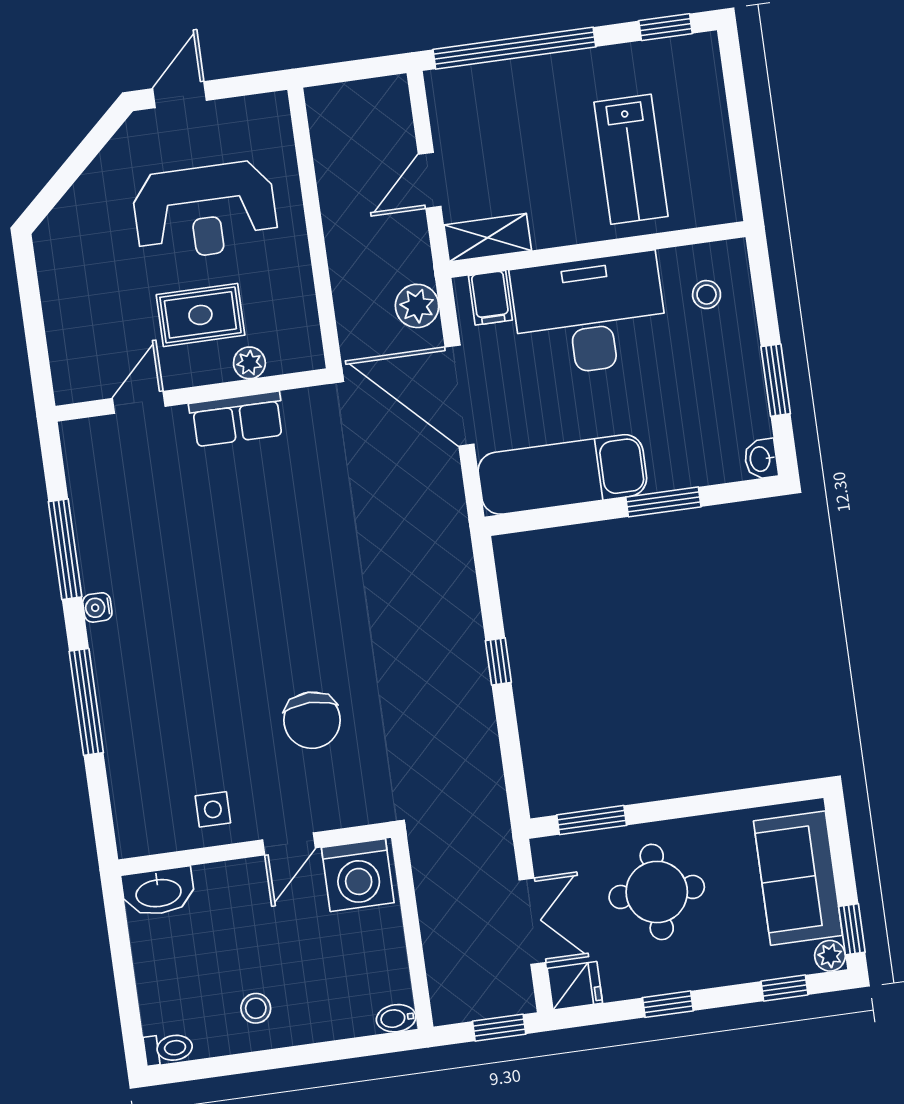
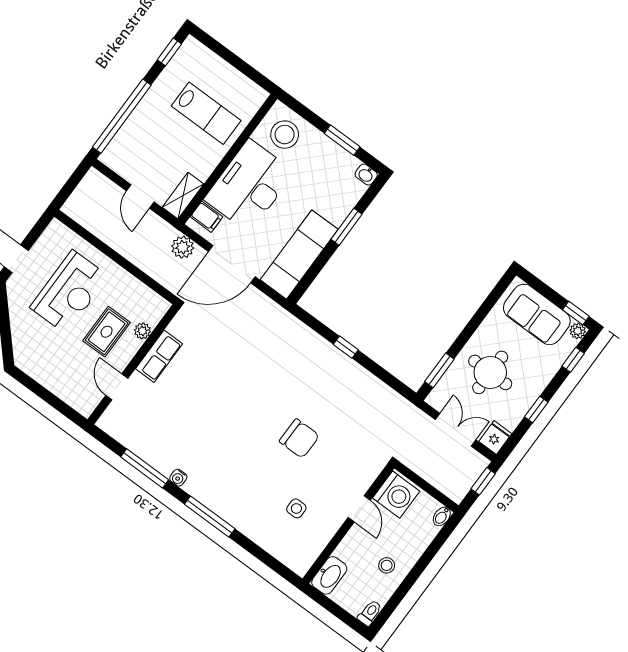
stool: (707, 295) -> (285, 135), width x1.89, depth x1.89
door: (289, 844) -> (359, 509), moved
wall: (255, 849) -> (348, 523), moved
washing machine: (358, 875) -> (396, 495), moved
washbasin: (158, 892) -> (329, 575), moved

